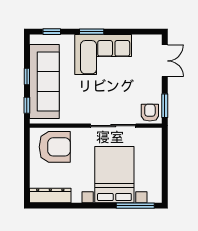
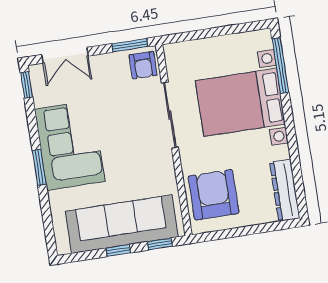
window: (52, 32) -> (27, 85), moved
double door: (165, 61) -> (65, 55), swing flipped
armchair: (150, 113) -> (143, 65), turned -90

